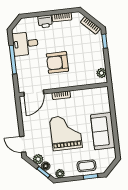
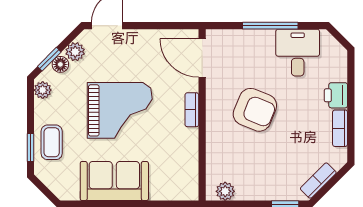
armchair: (57, 62) -> (255, 110), turned 112

